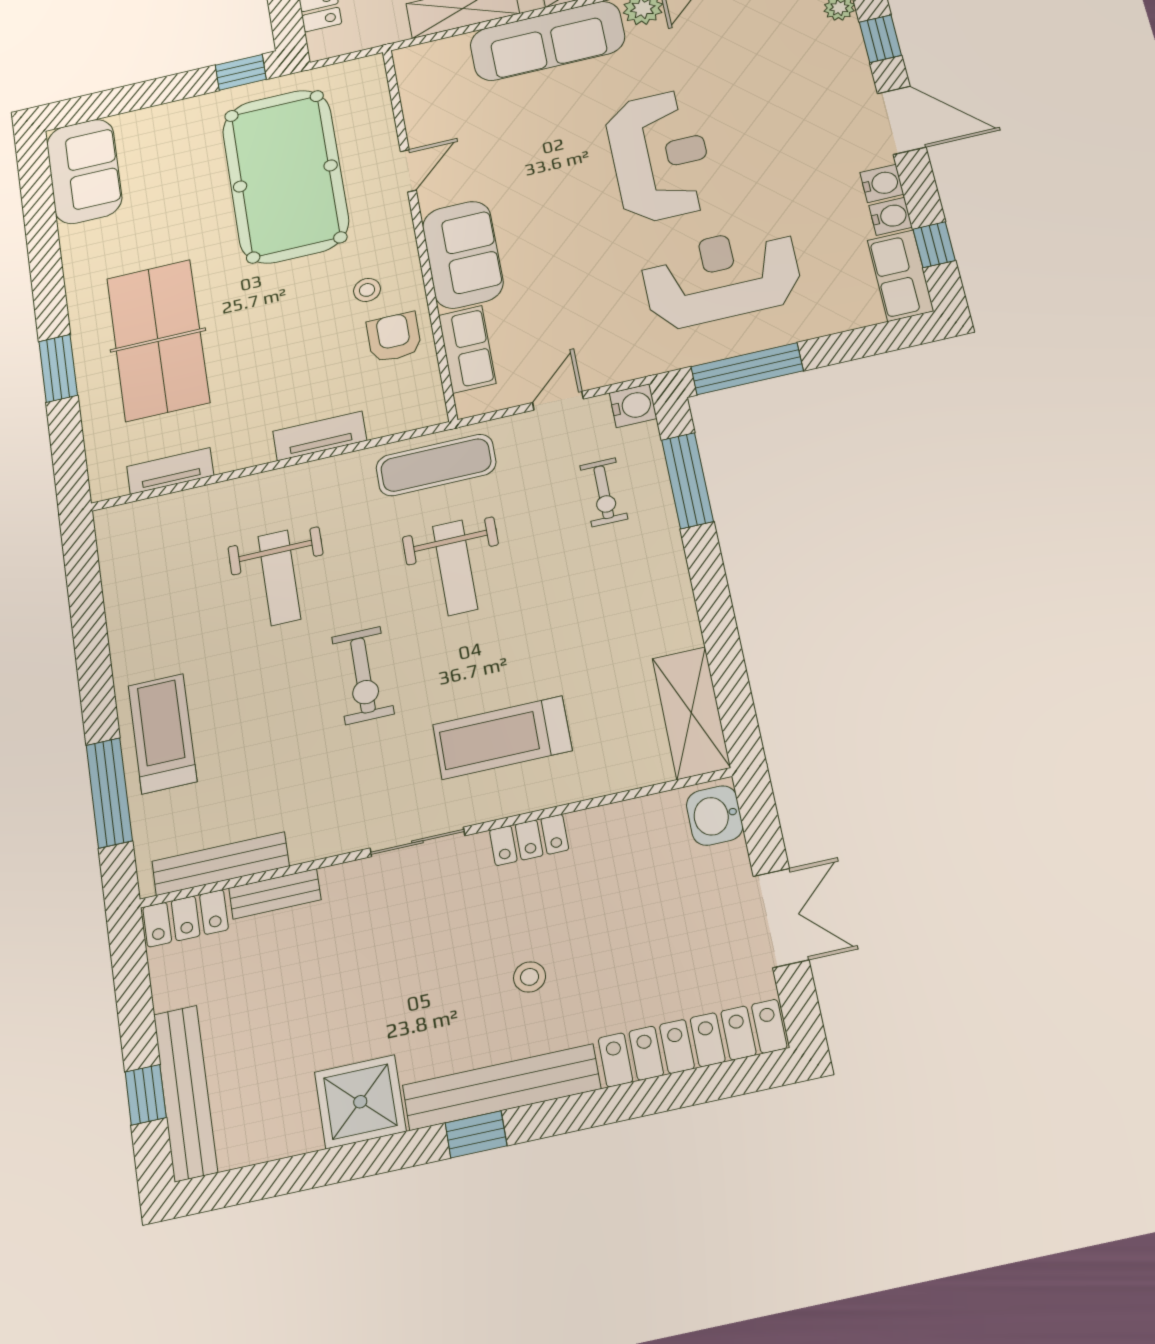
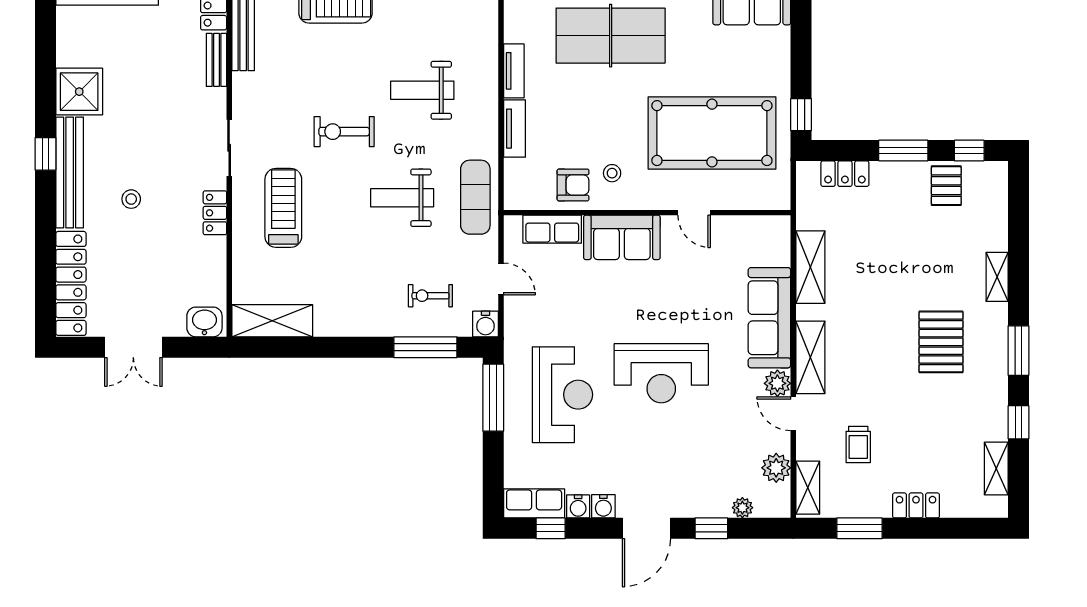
tv unit: (170, 471) -> (514, 71), moved

